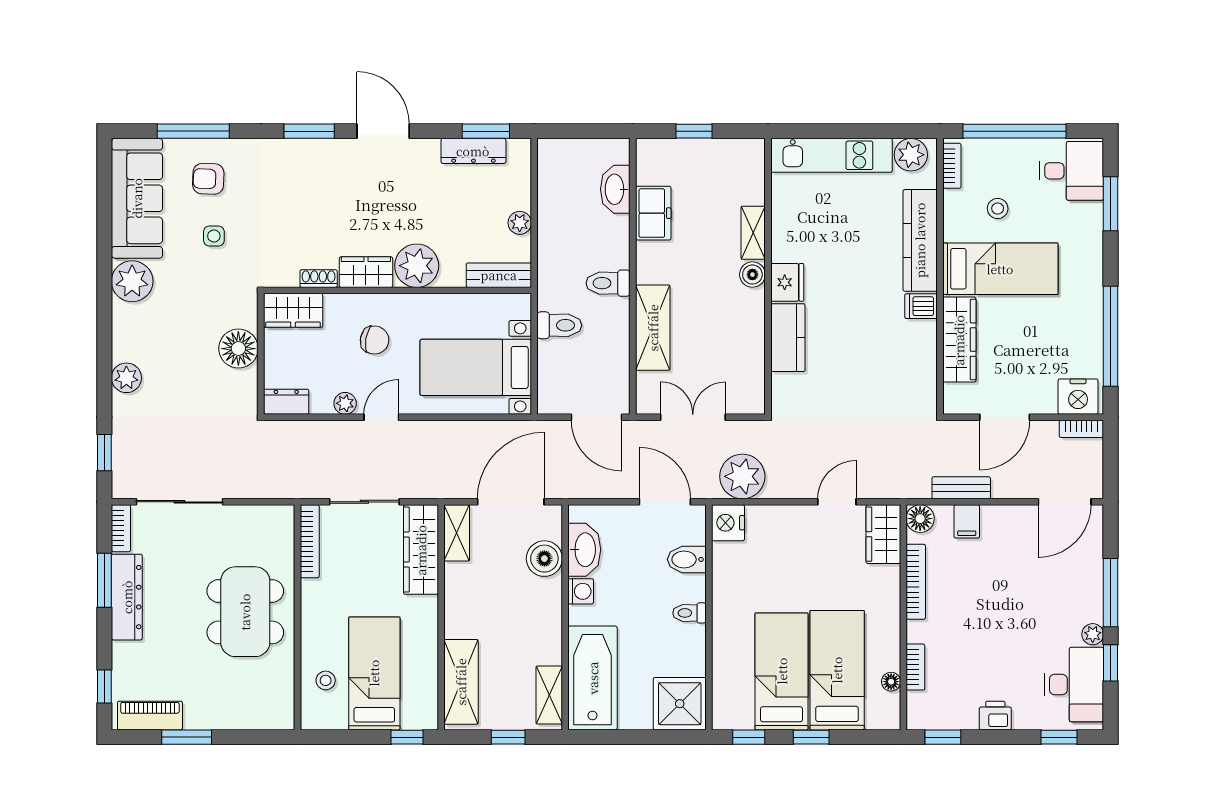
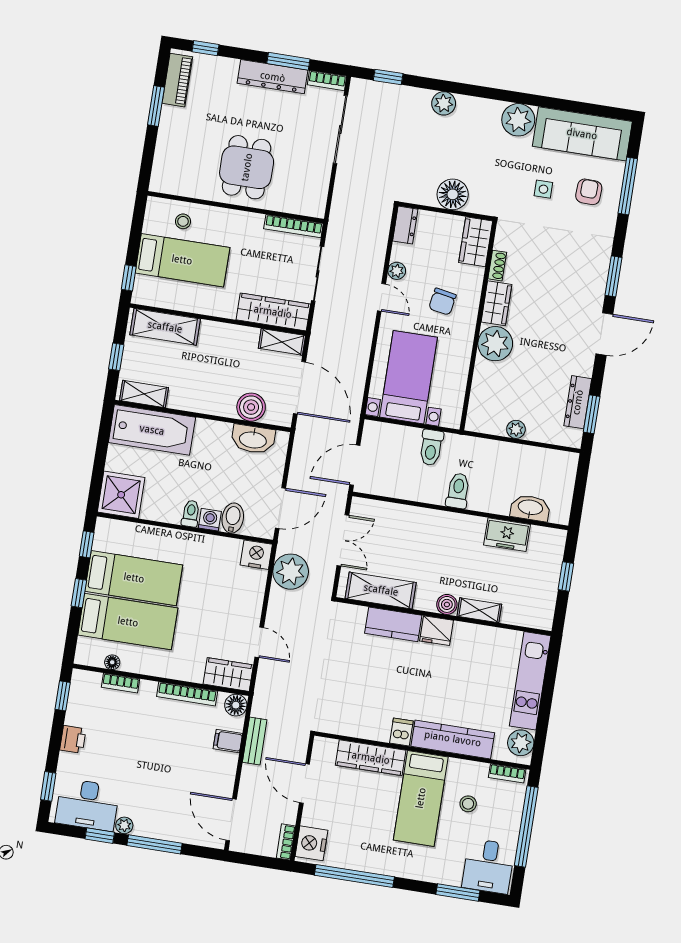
bench: (499, 275) -> (478, 407), removed
shelving: (653, 328) -> (381, 590), moved
washing machine: (581, 591) -> (210, 520), moved, turned 180
dining table: (245, 612) -> (247, 167), width x0.73

